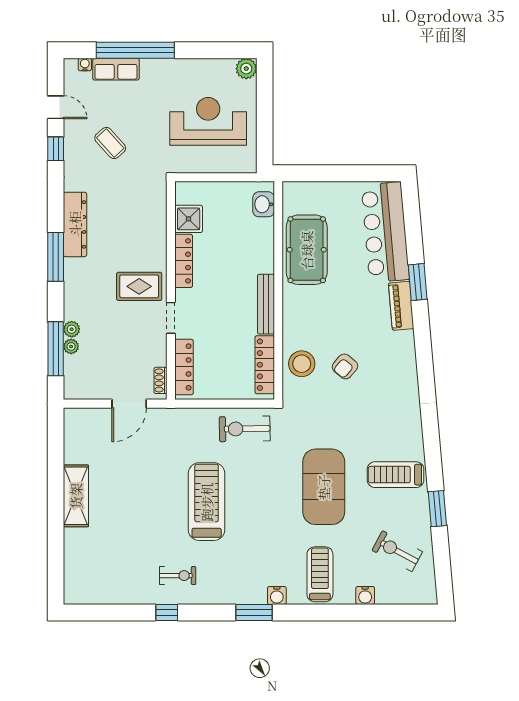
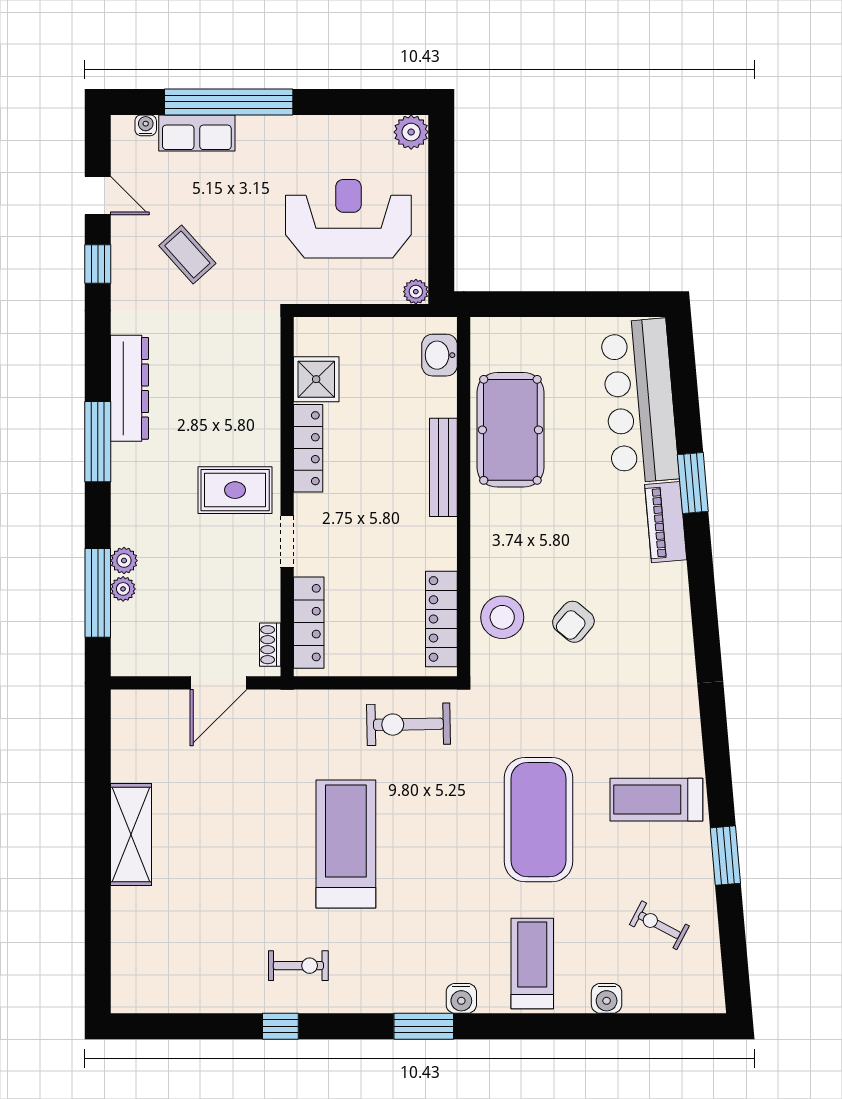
plant: (249, 166) -> (416, 292), added
bench: (266, 304) -> (443, 467), moved
exercise bike: (397, 551) -> (659, 925), width x0.73, depth x0.72

